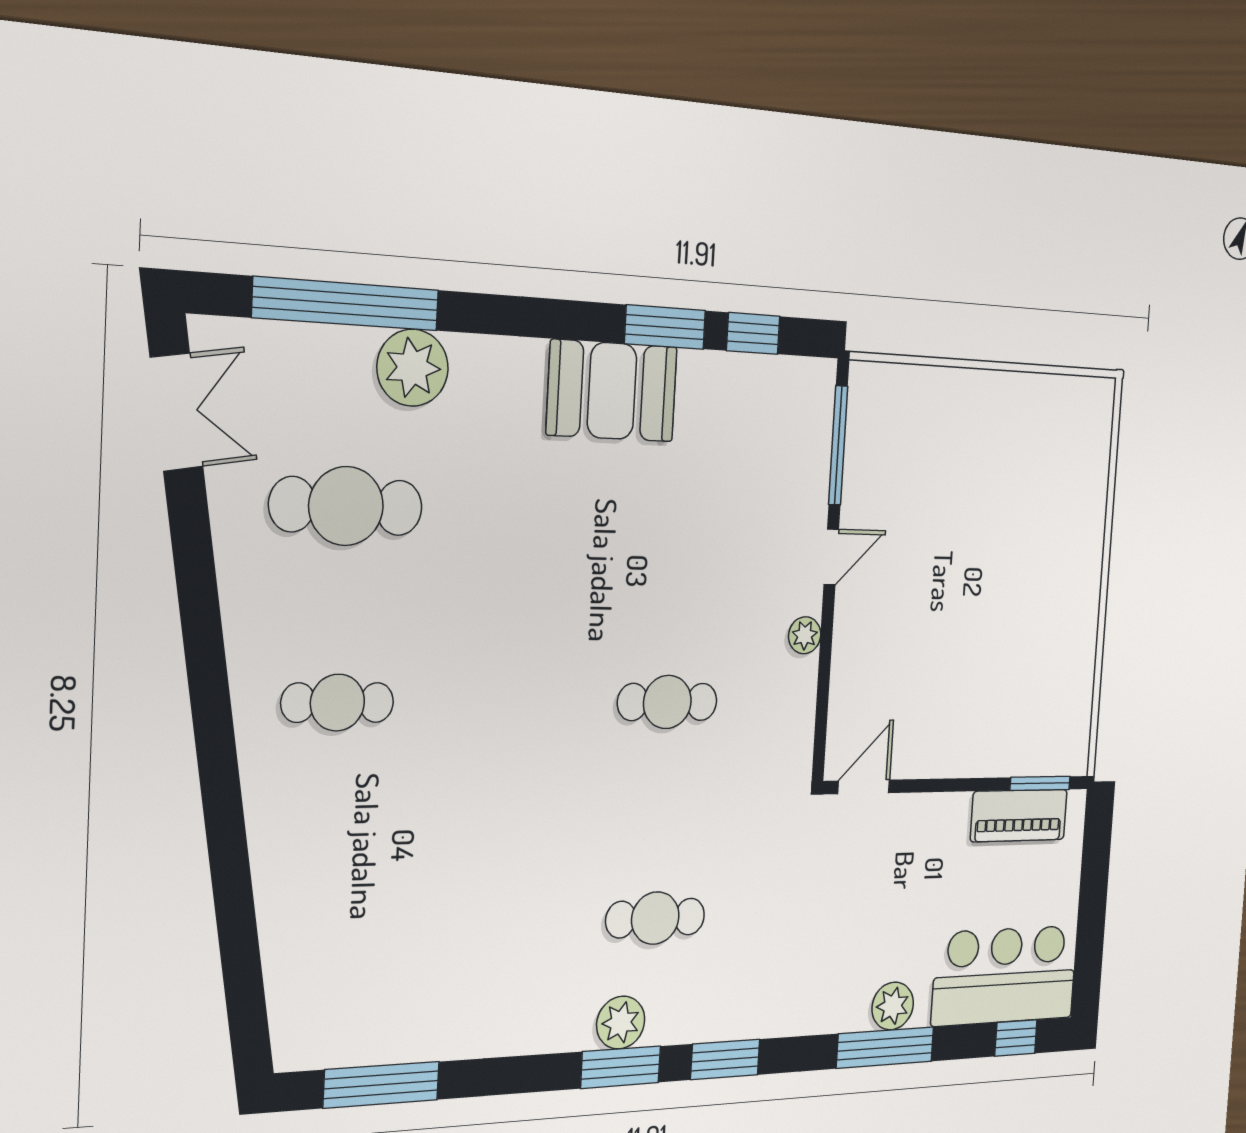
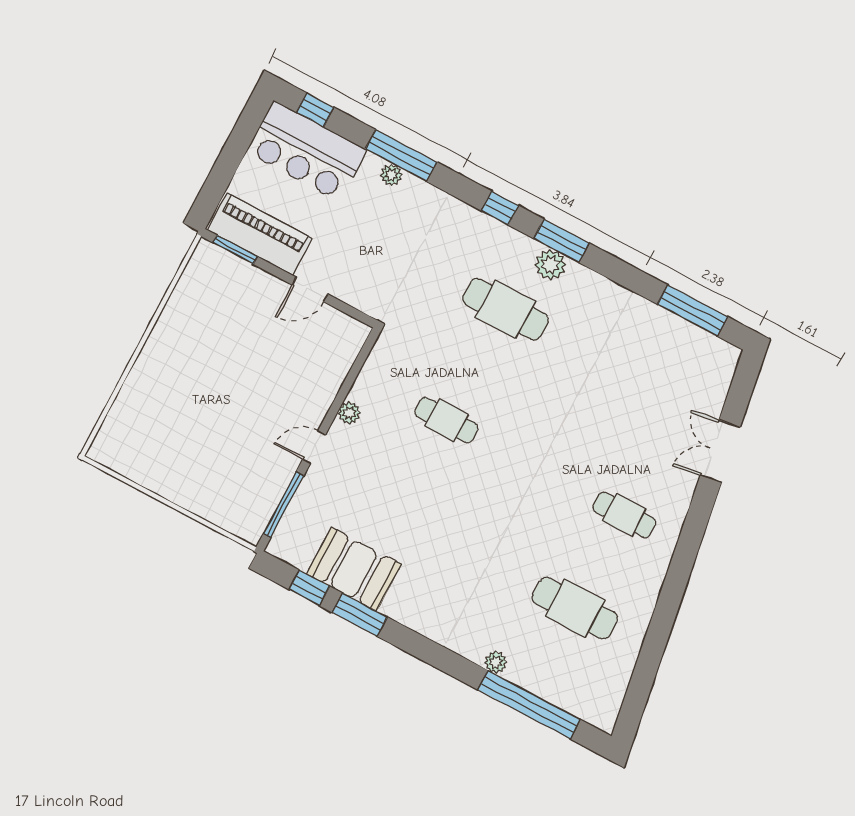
plant: (413, 368) -> (496, 662), width x0.53, depth x0.53
booth: (612, 391) -> (354, 569), moved
double door: (177, 412) -> (720, 451), moved
door: (864, 787) -> (310, 289), moved
piano: (1019, 816) -> (260, 234), width x1.37, depth x1.33
cafe table: (655, 918) -> (505, 309), width x1.37, depth x1.35
plant: (893, 1006) -> (391, 175), width x0.73, depth x0.73
window: (725, 1059) -> (500, 208), width x0.67

